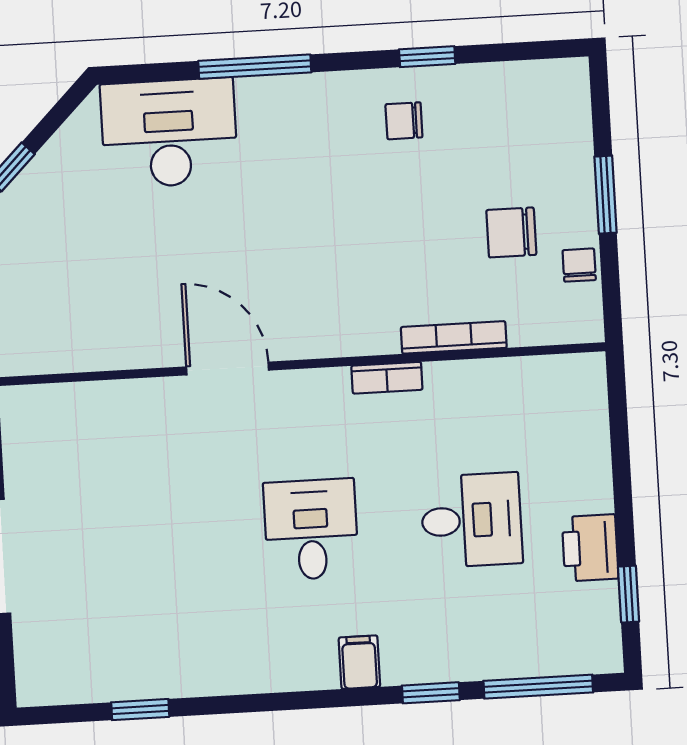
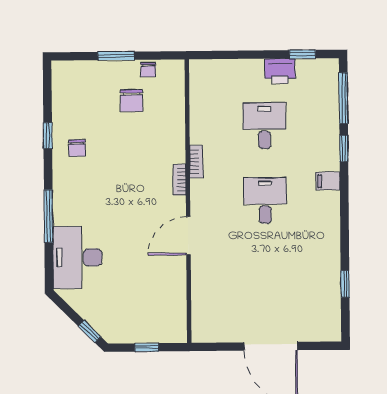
chair: (579, 265) -> (148, 70), turned -90
bookcase: (454, 337) -> (179, 180), moved, width x0.64
desk: (311, 529) -> (265, 200), turned 90

